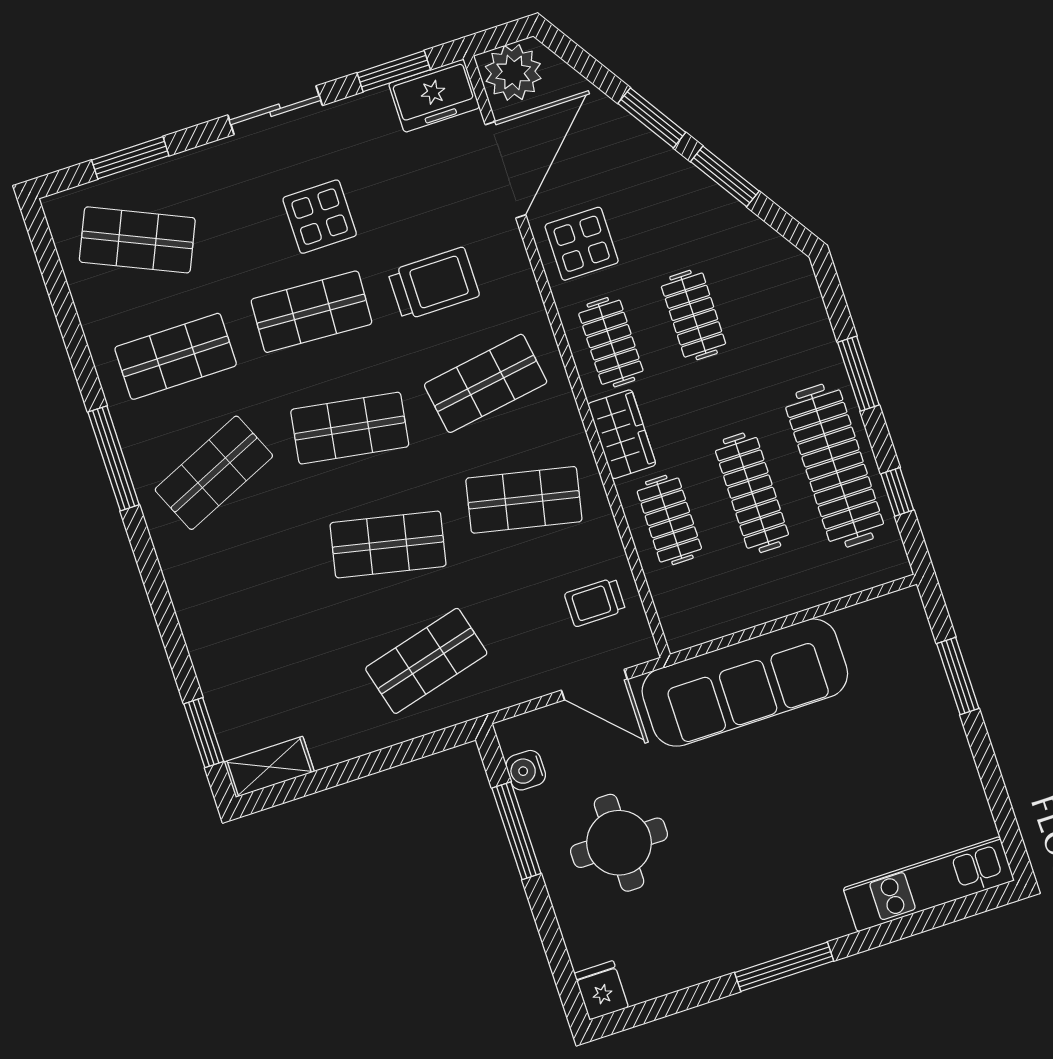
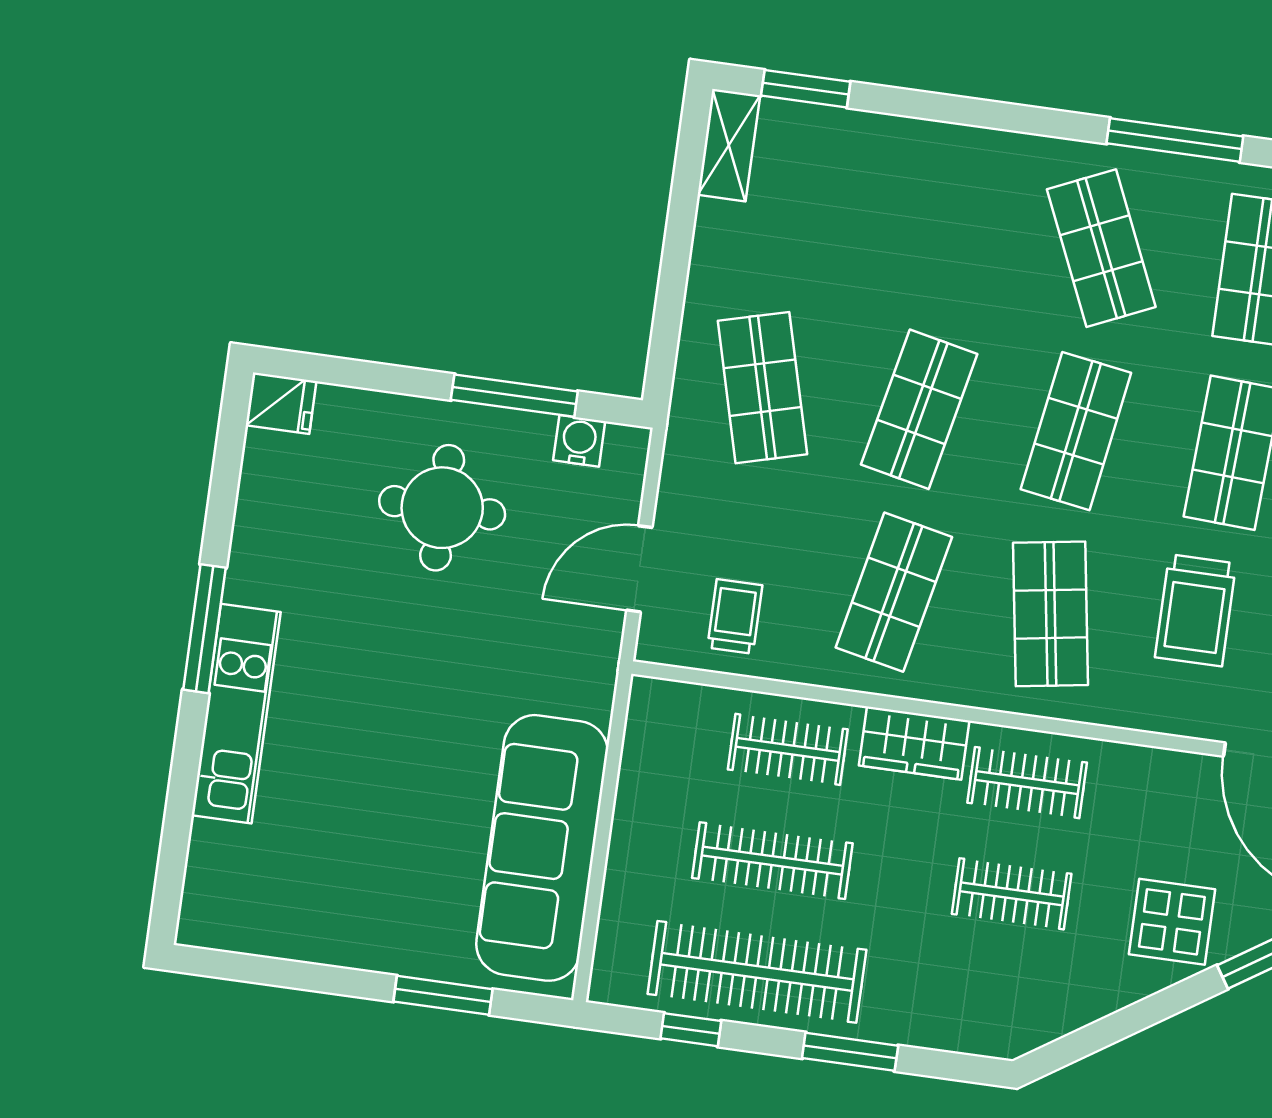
window: (725, 176) -> (1155, 1009), removed
display table: (582, 244) -> (1172, 922), moved
sofa: (745, 683) -> (542, 848), moved
kitchen unit: (929, 884) -> (236, 714), moved

